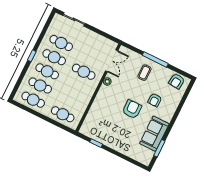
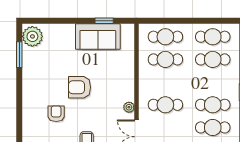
cafe table: (47, 71) -> (165, 59), moved
armchair: (132, 109) -> (80, 87), turned 90
sofa: (154, 134) -> (98, 37), moved, turned 90
plant: (146, 156) -> (32, 36), added

